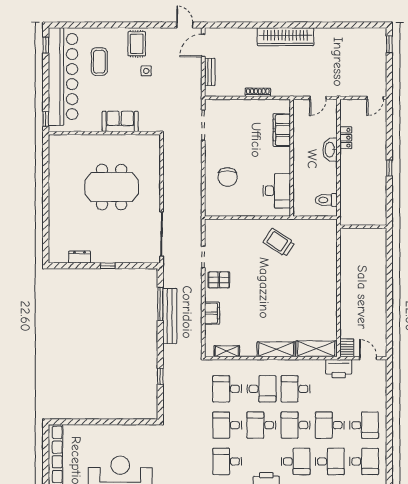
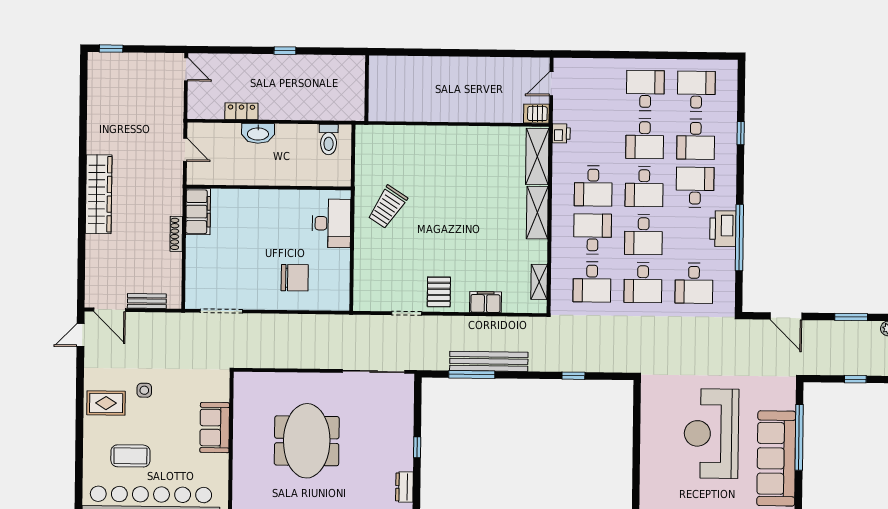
filing cabinet: (282, 130) -> (198, 212), moved, turned -90
desk: (277, 191) -> (331, 223), moved, turned 90
printer: (339, 369) -> (561, 133), width x0.53, depth x0.68
desk: (330, 461) -> (696, 139), turned 180

